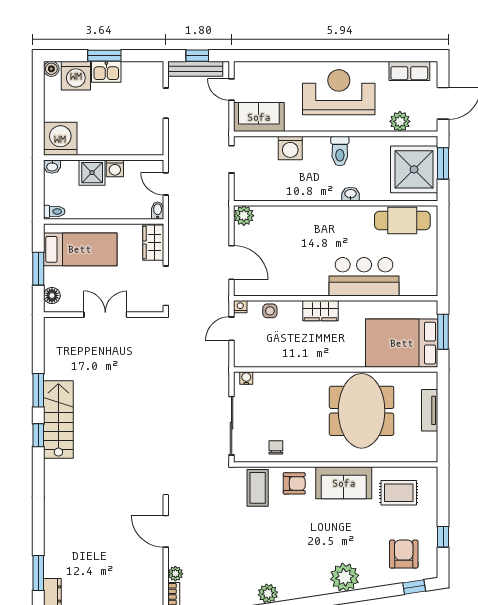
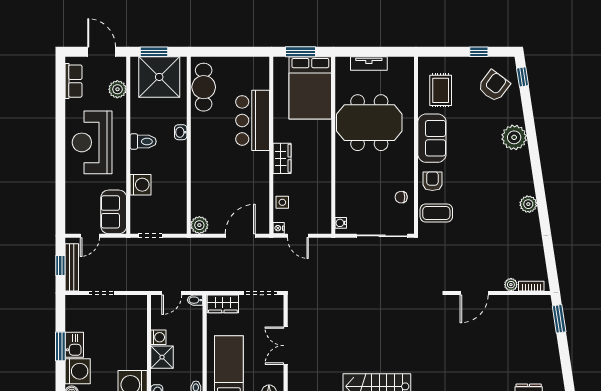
armchair: (404, 554) -> (494, 86), turned 127

